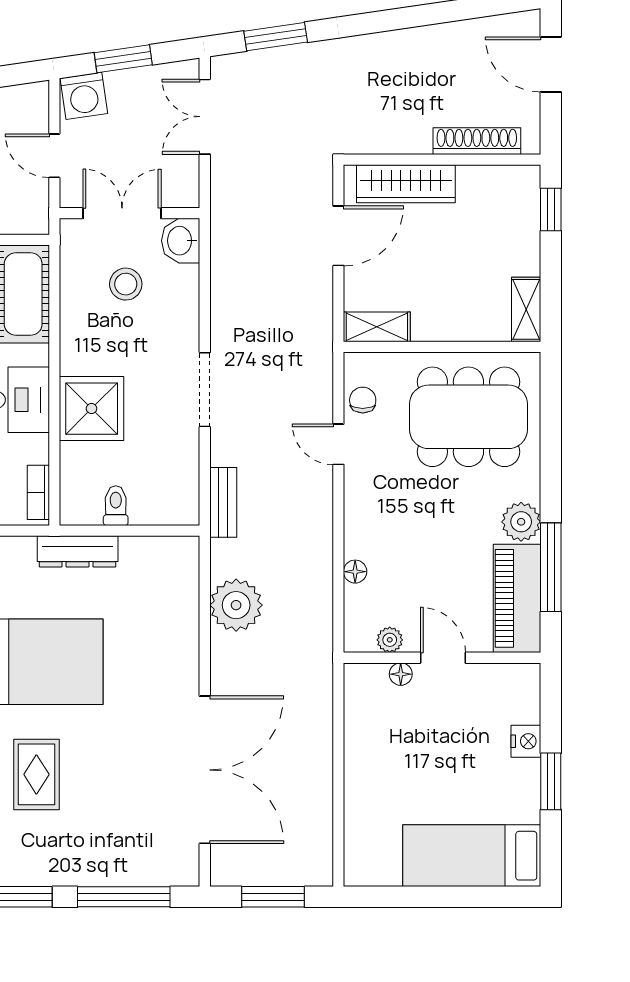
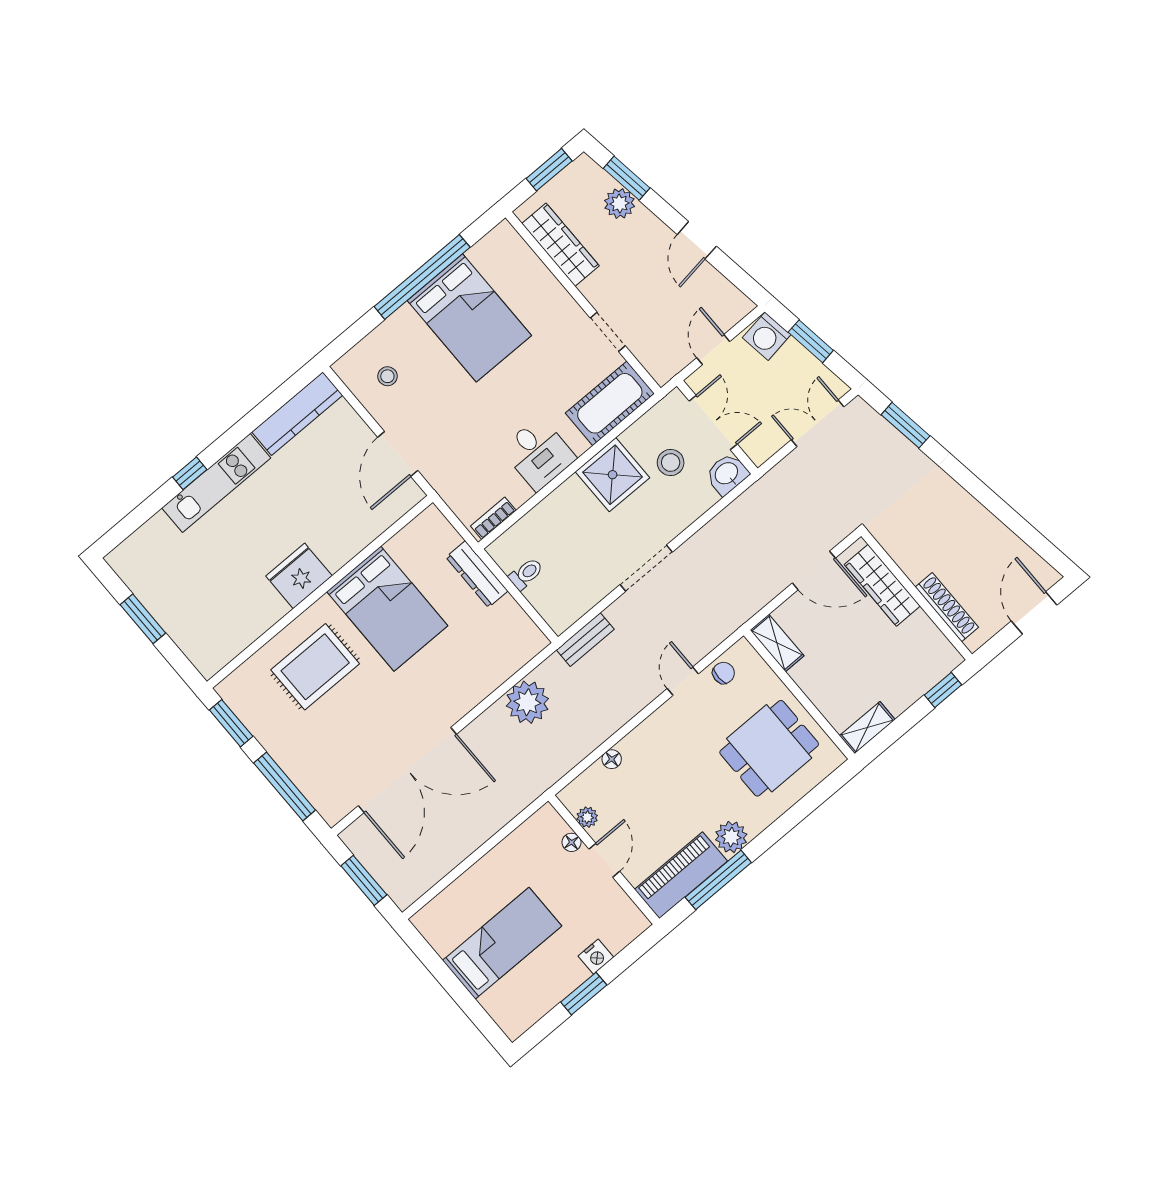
shower: (92, 409) -> (613, 475), moved
dining table: (468, 417) -> (769, 748), width x0.73
rug: (36, 774) -> (315, 667), width x1.36, depth x1.43
bed: (472, 856) -> (502, 943), moved, turned 90

